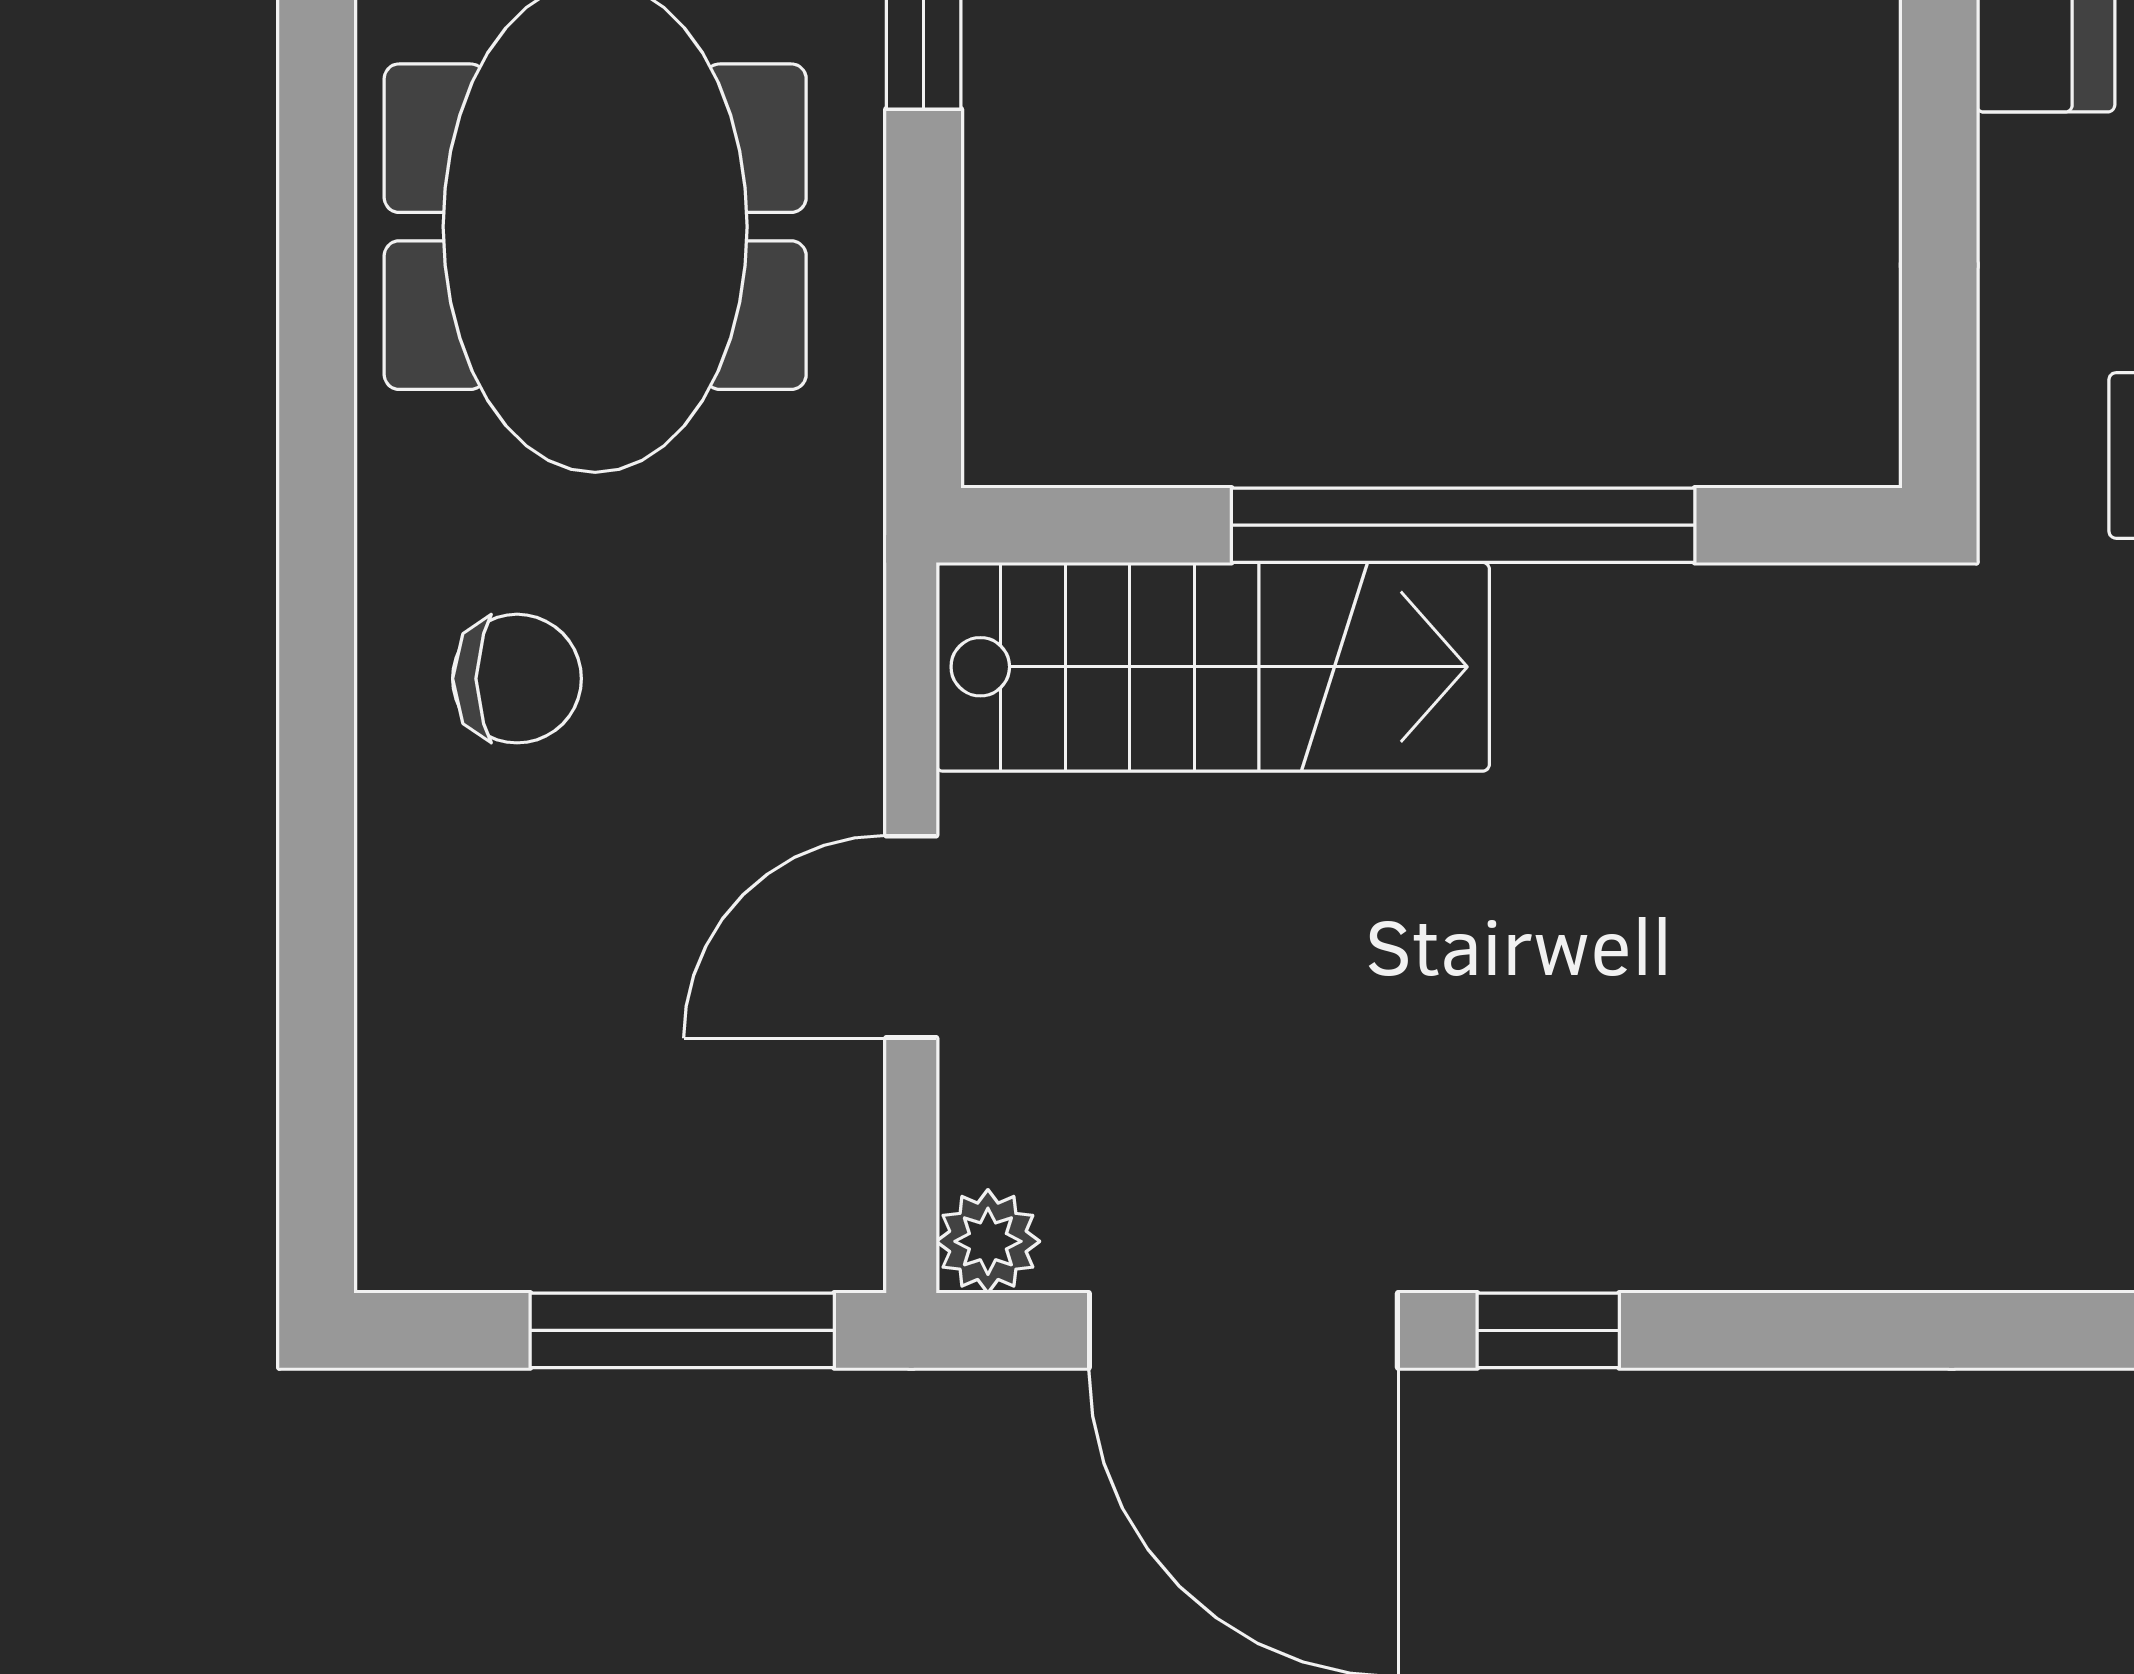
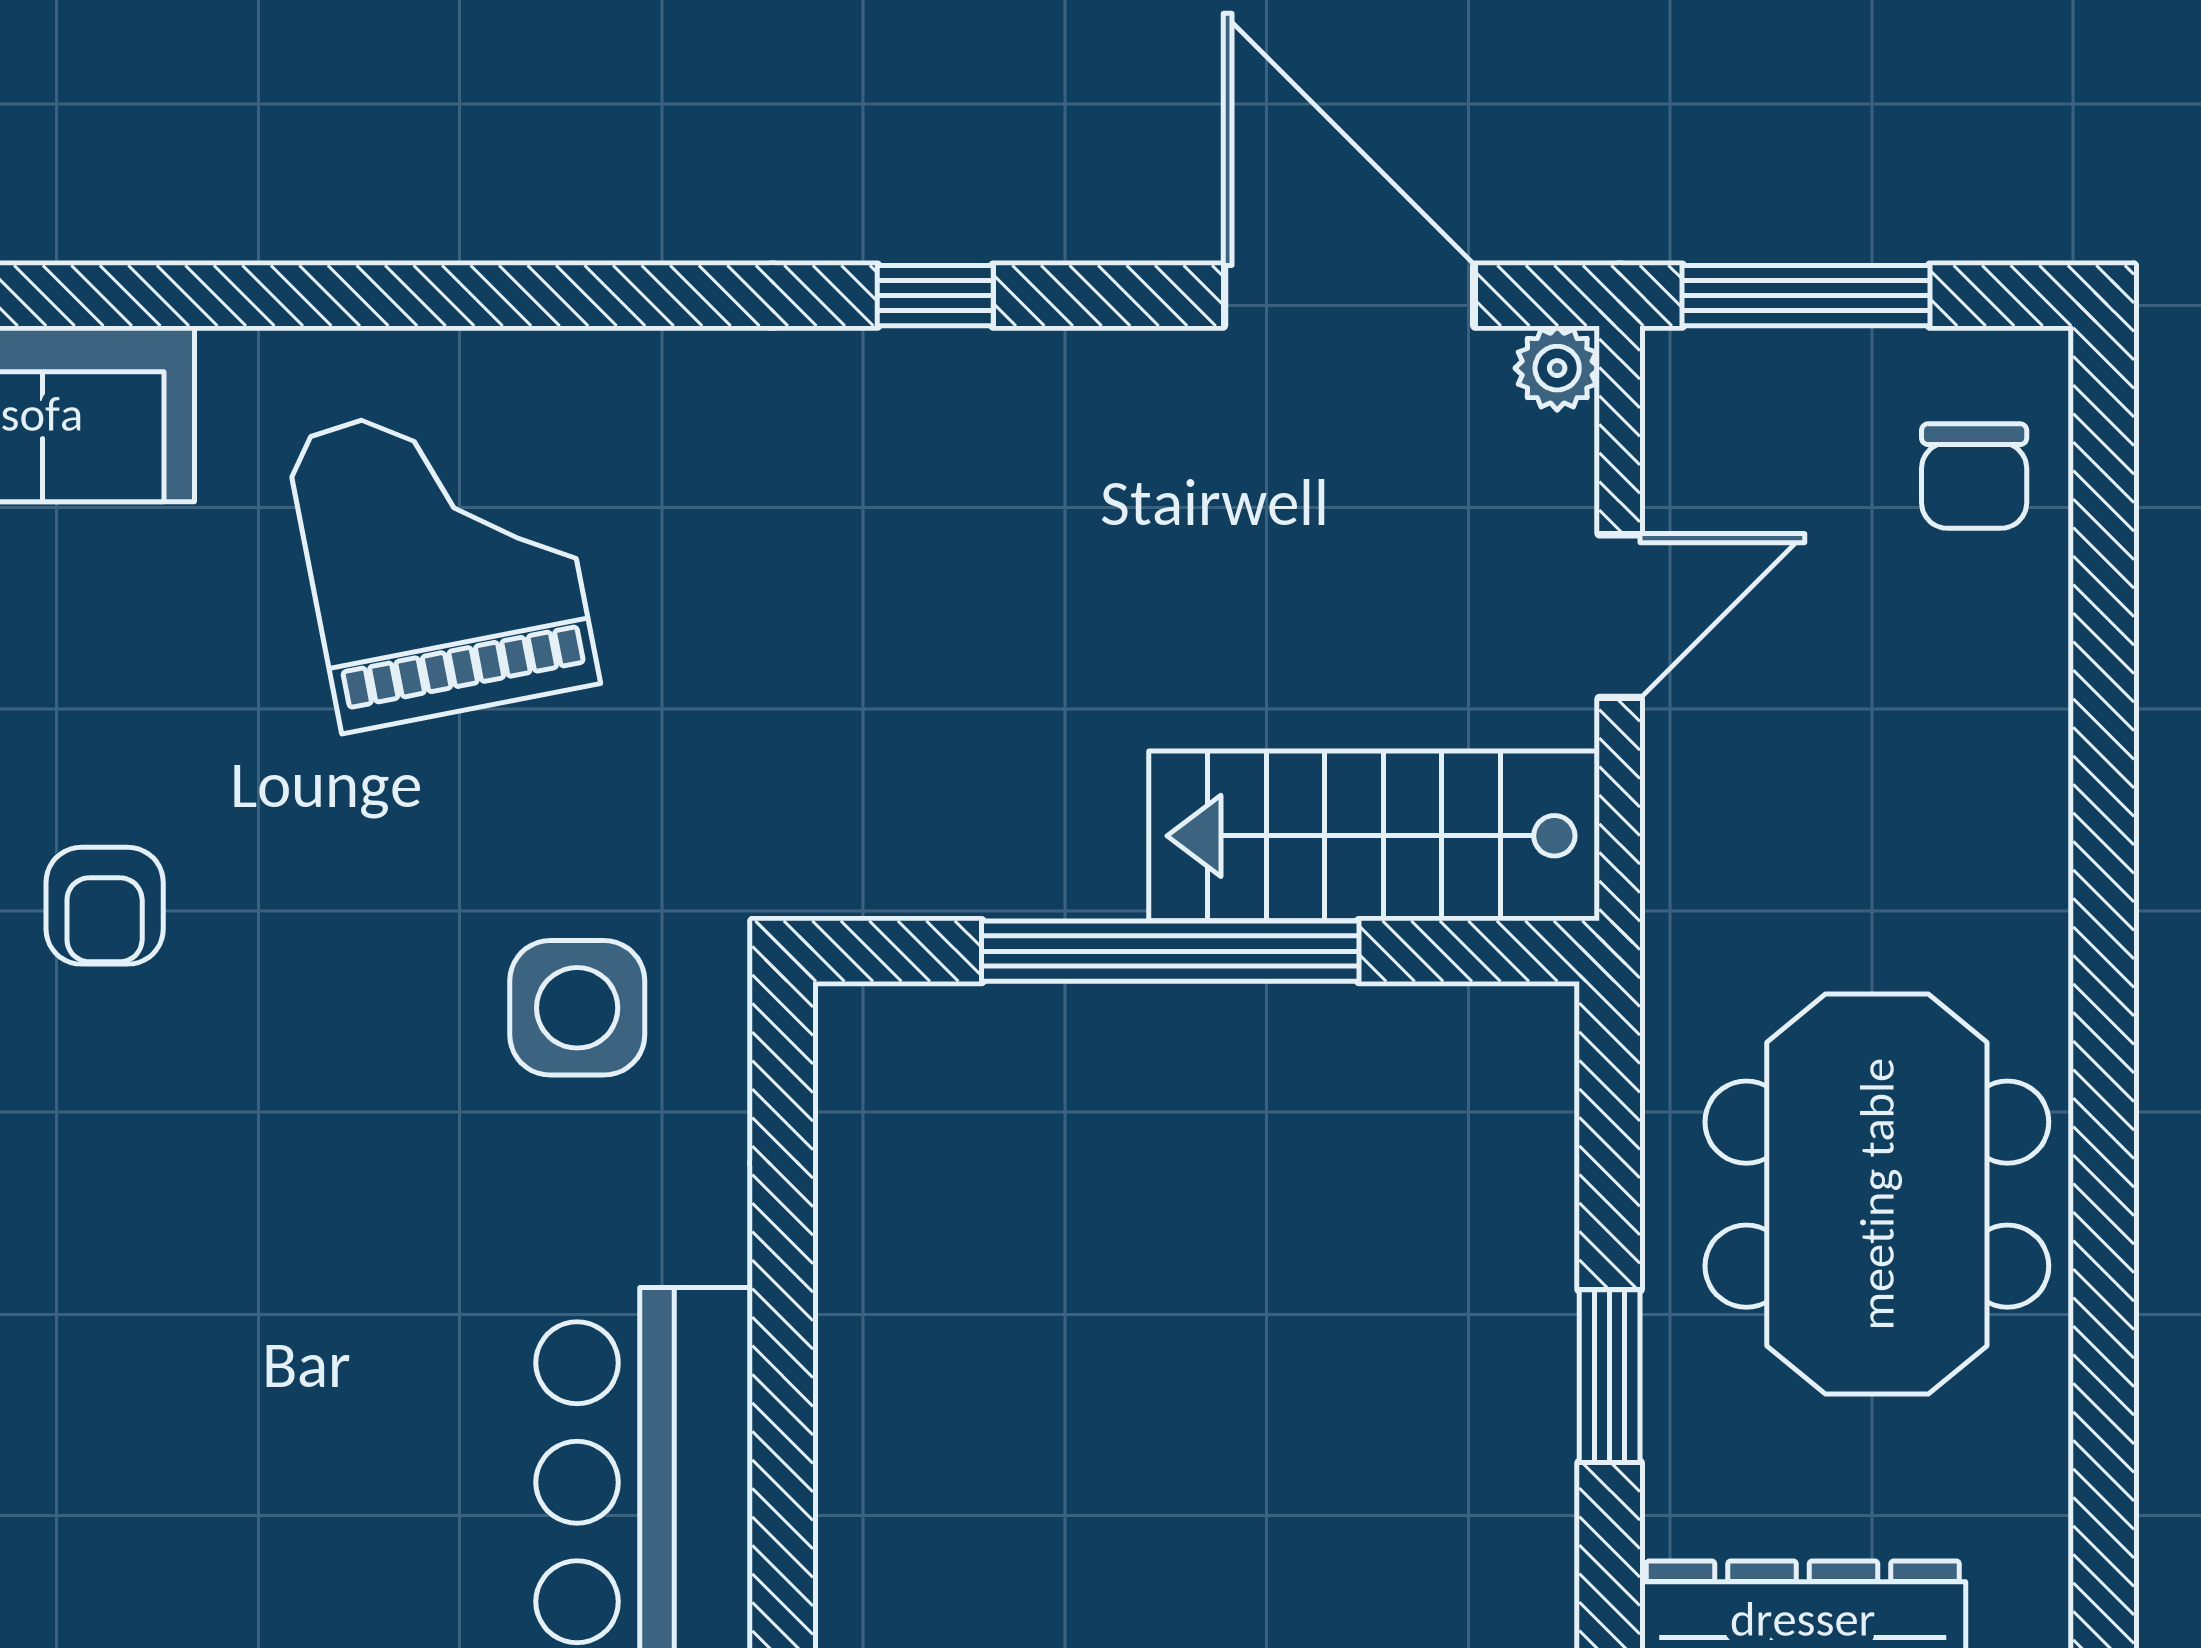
chair: (517, 679) -> (1974, 476), moved, turned -90
window: (1548, 1330) -> (935, 296), moved

